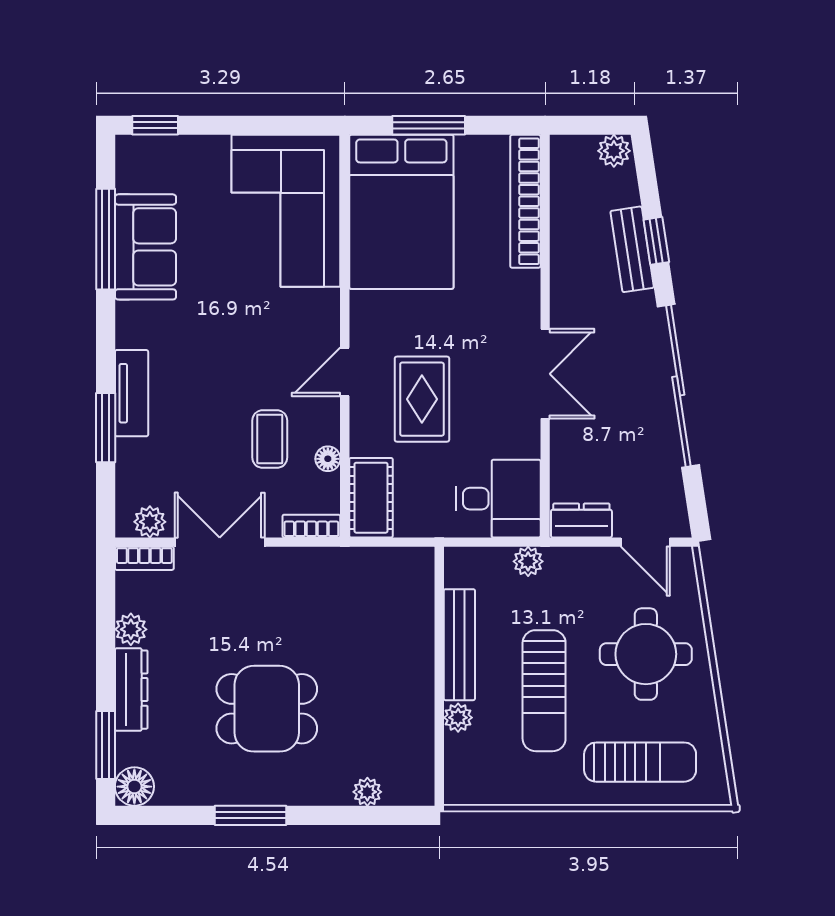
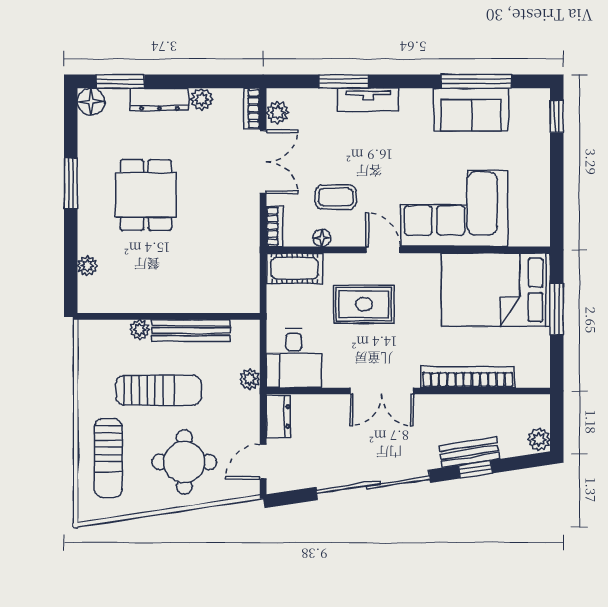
bookcase: (525, 201) -> (468, 377), moved
corner sofa: (286, 211) -> (454, 208), moved
sun lounger: (544, 691) -> (159, 390), turned 180

